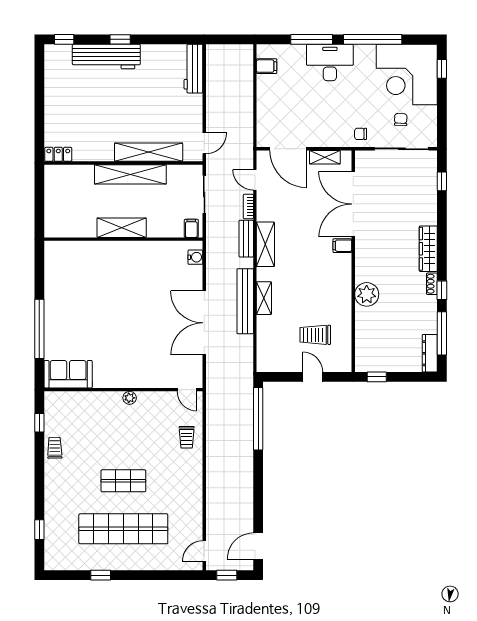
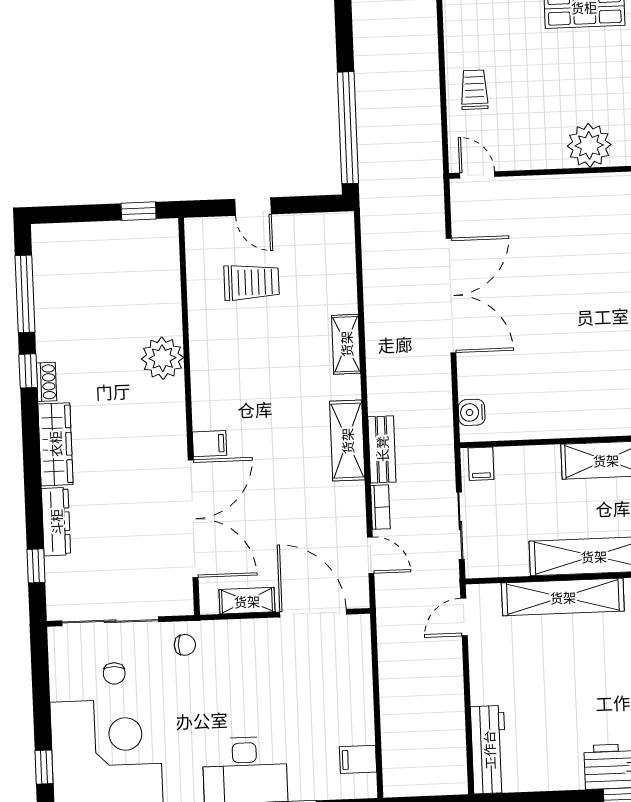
bench: (245, 301) -> (379, 337), removed
dresser: (430, 353) -> (56, 522), moved
plant: (130, 398) -> (589, 145), width x1.88, depth x1.88

